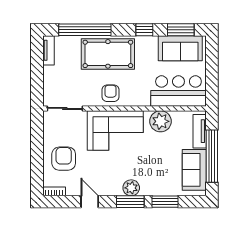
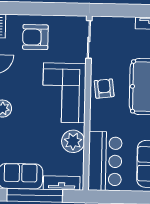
armchair: (111, 93) -> (104, 89), turned -97
armchair: (64, 159) -> (35, 37), turned 180

